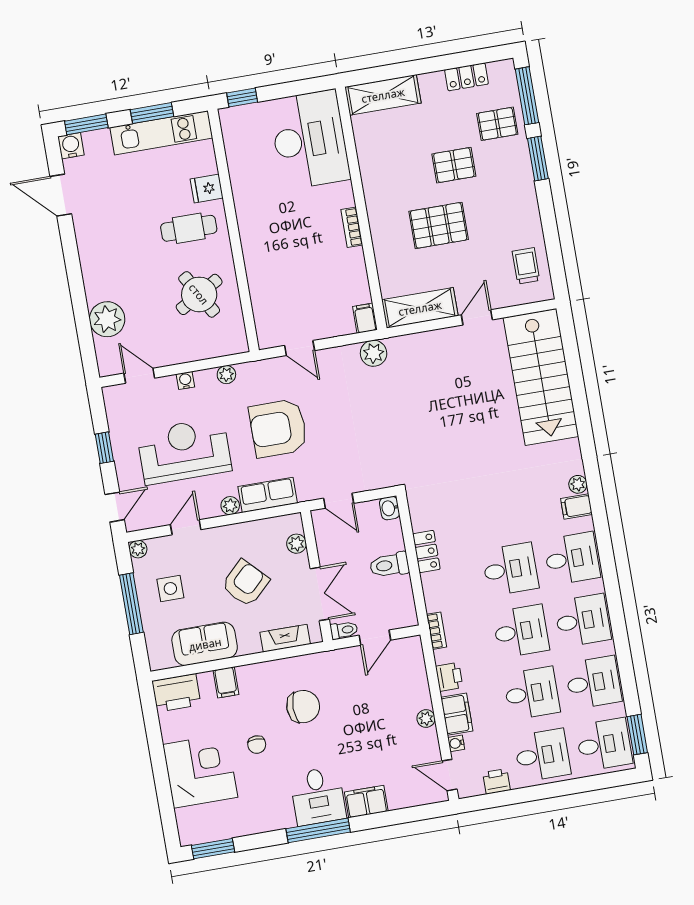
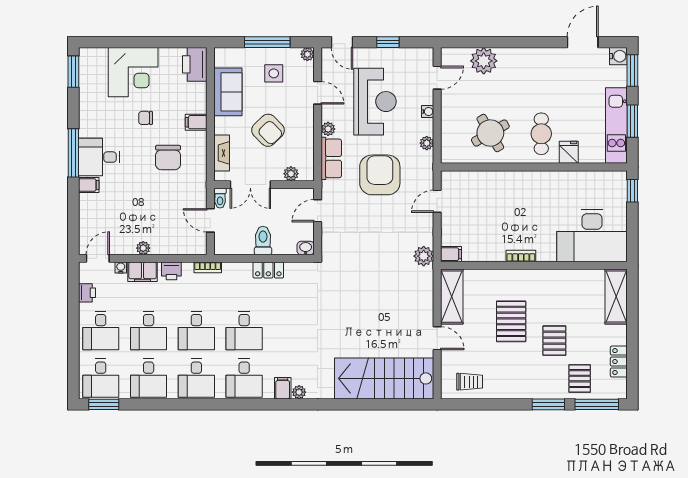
filing cabinet: (226, 682) -> (196, 122), moved
filing cabinet: (366, 802) -> (89, 185), width x0.50

